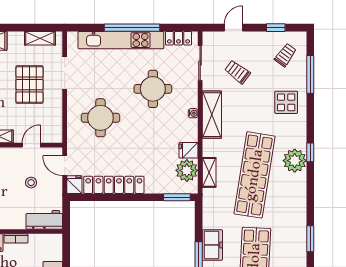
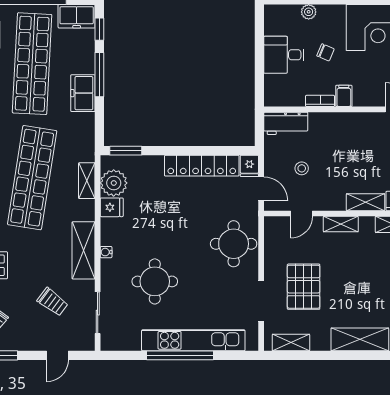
locker: (178, 38) -> (124, 343), removed
round table: (100, 118) -> (234, 244), moved

